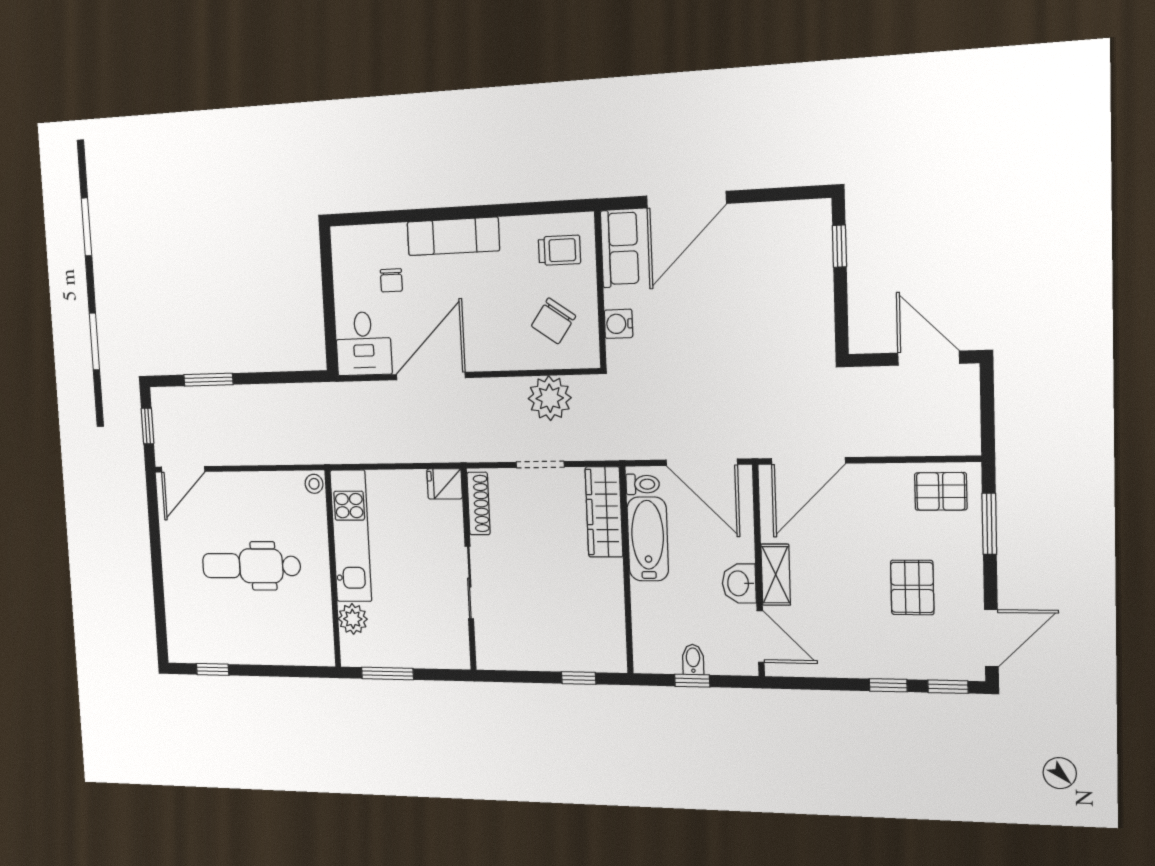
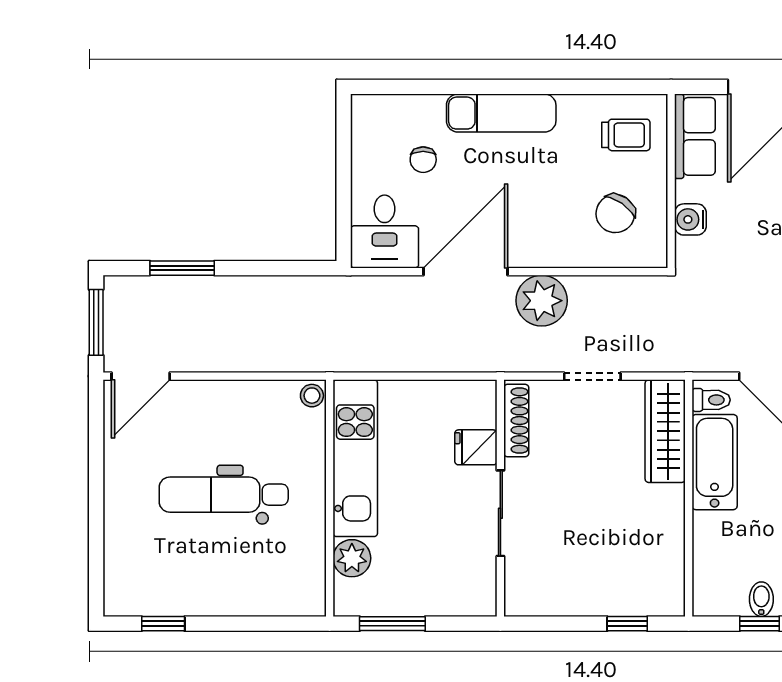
plant: (550, 398) -> (542, 301), moved
window: (147, 426) -> (96, 322), width x1.50
fridge: (445, 484) -> (476, 447), moved

